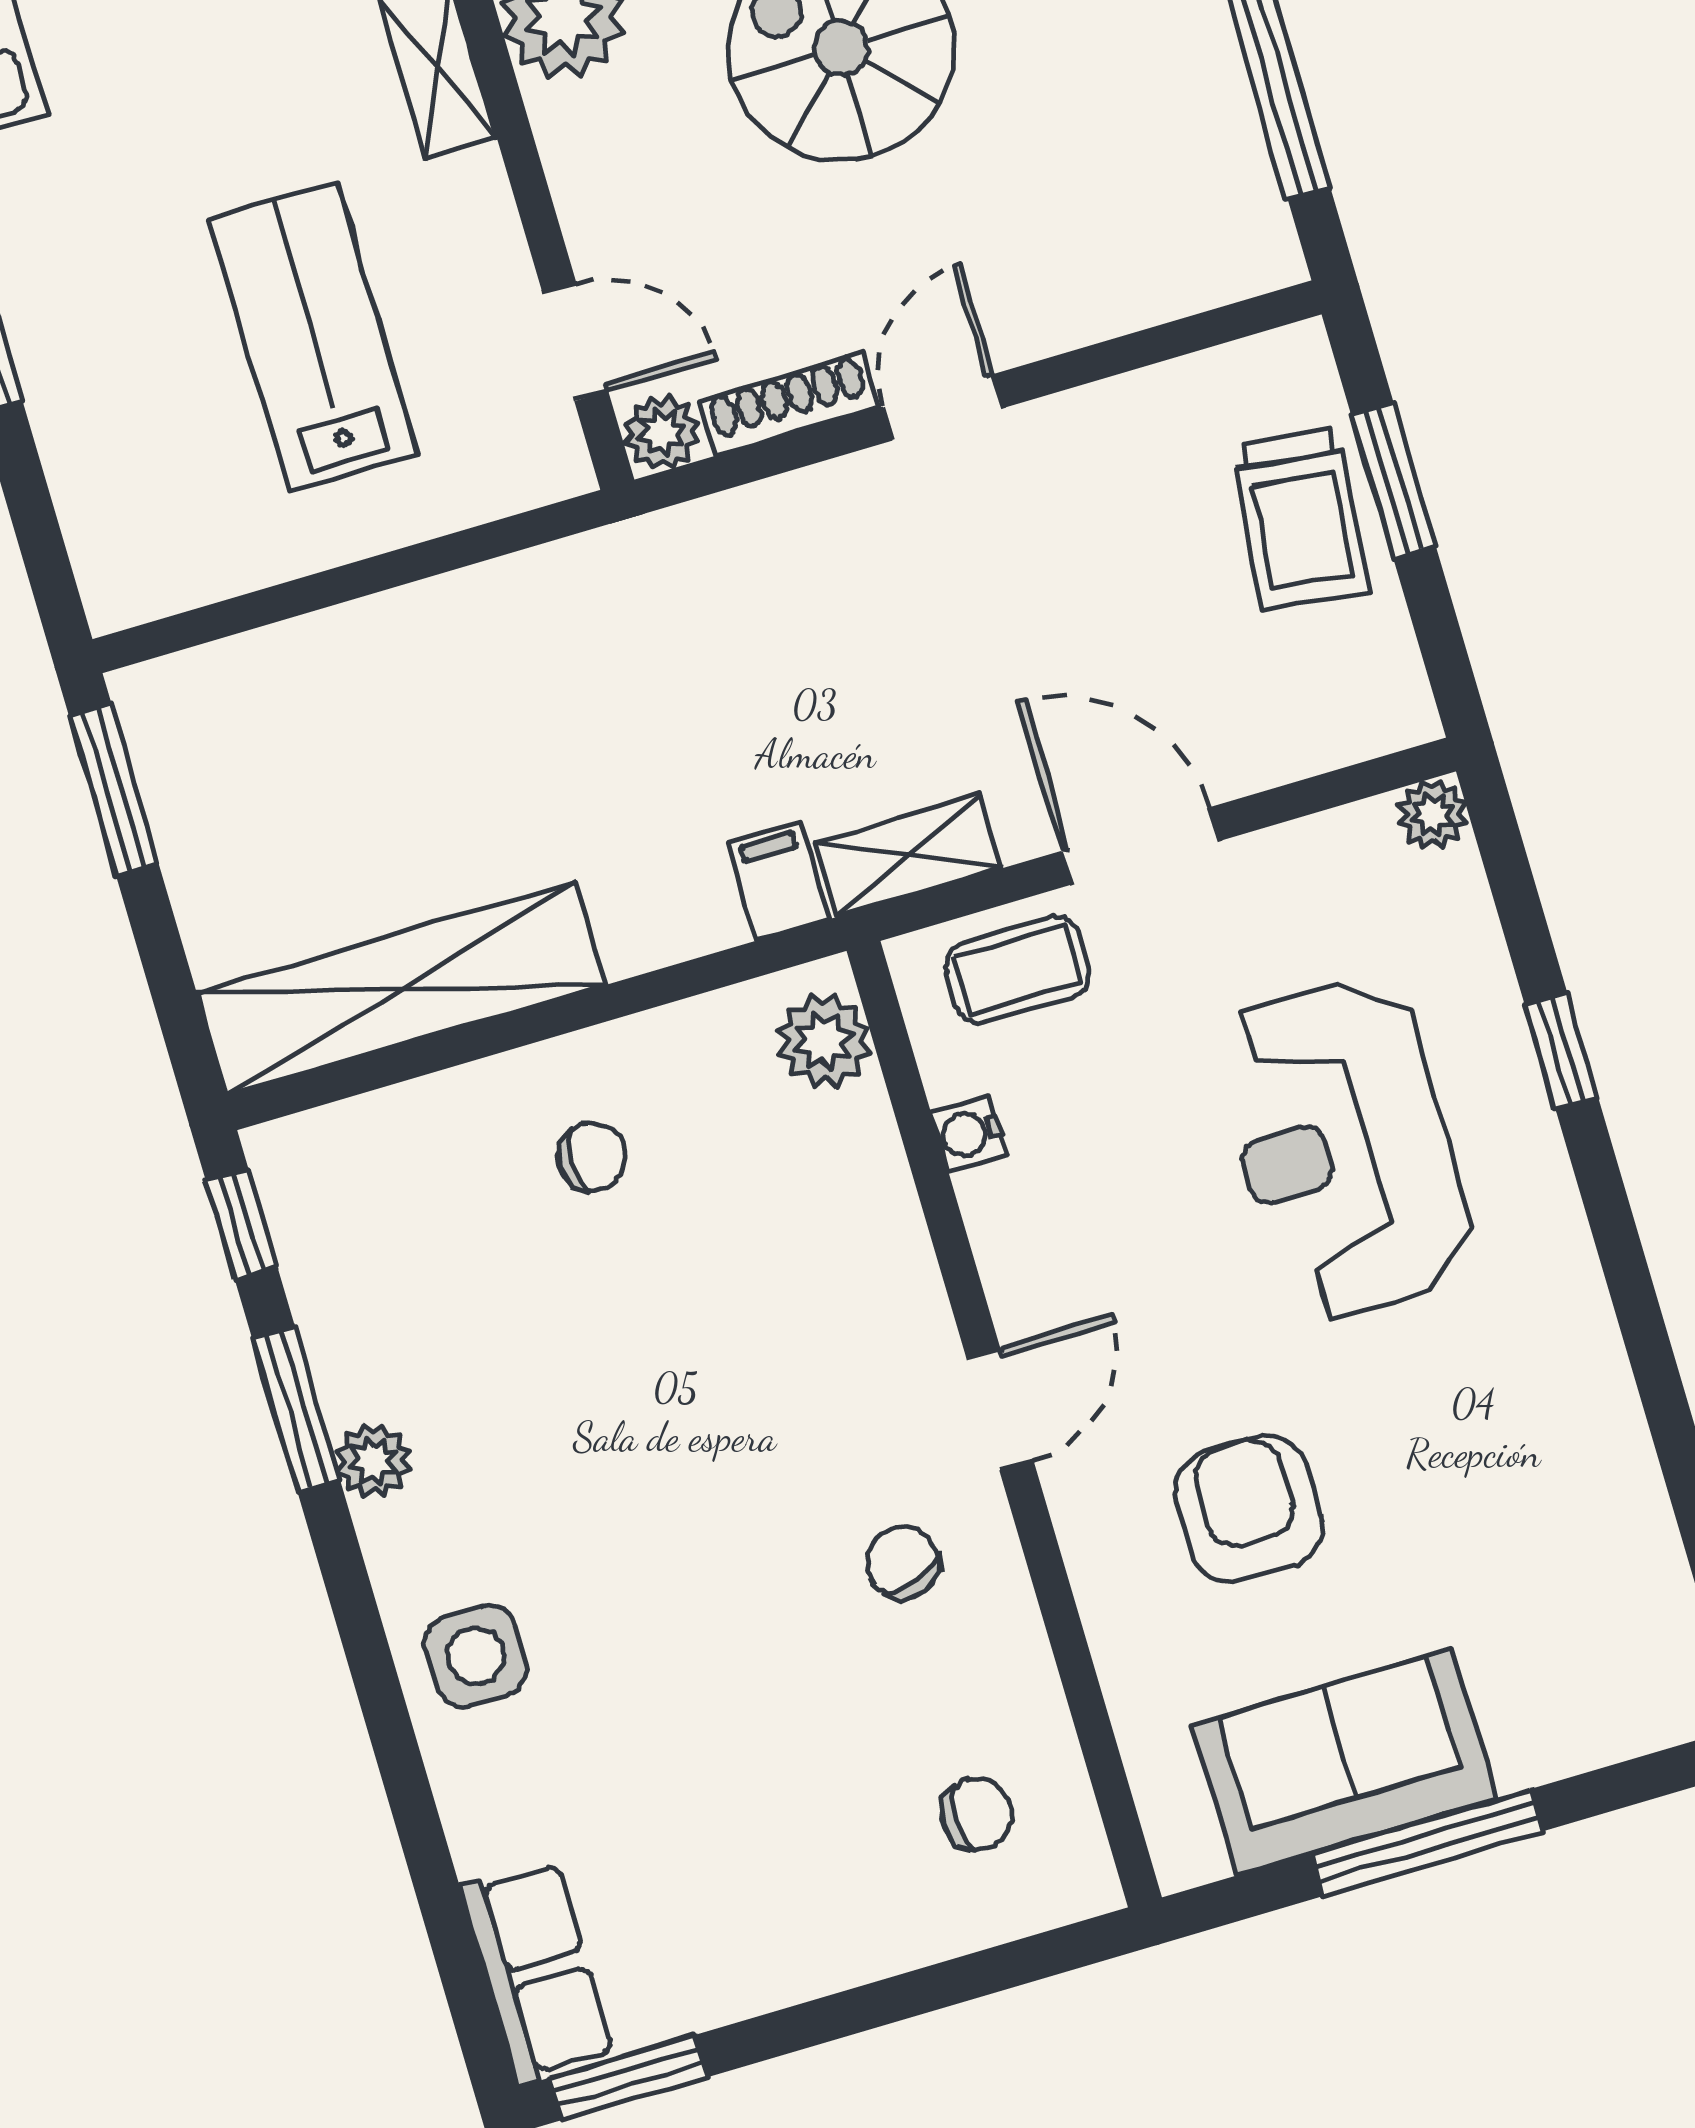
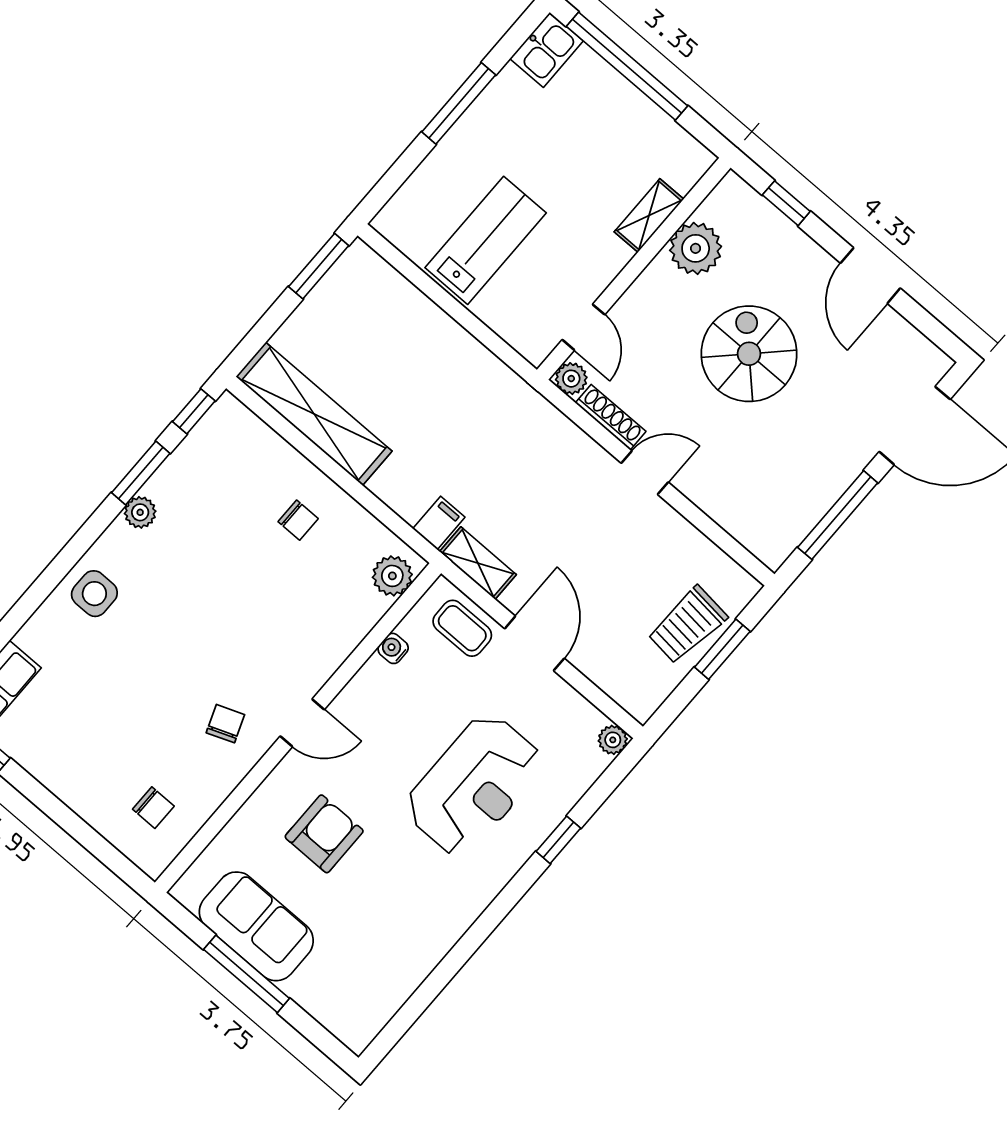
lab bench: (313, 337) -> (486, 240), moved
reception desk: (1344, 1148) -> (474, 785), turned 180

